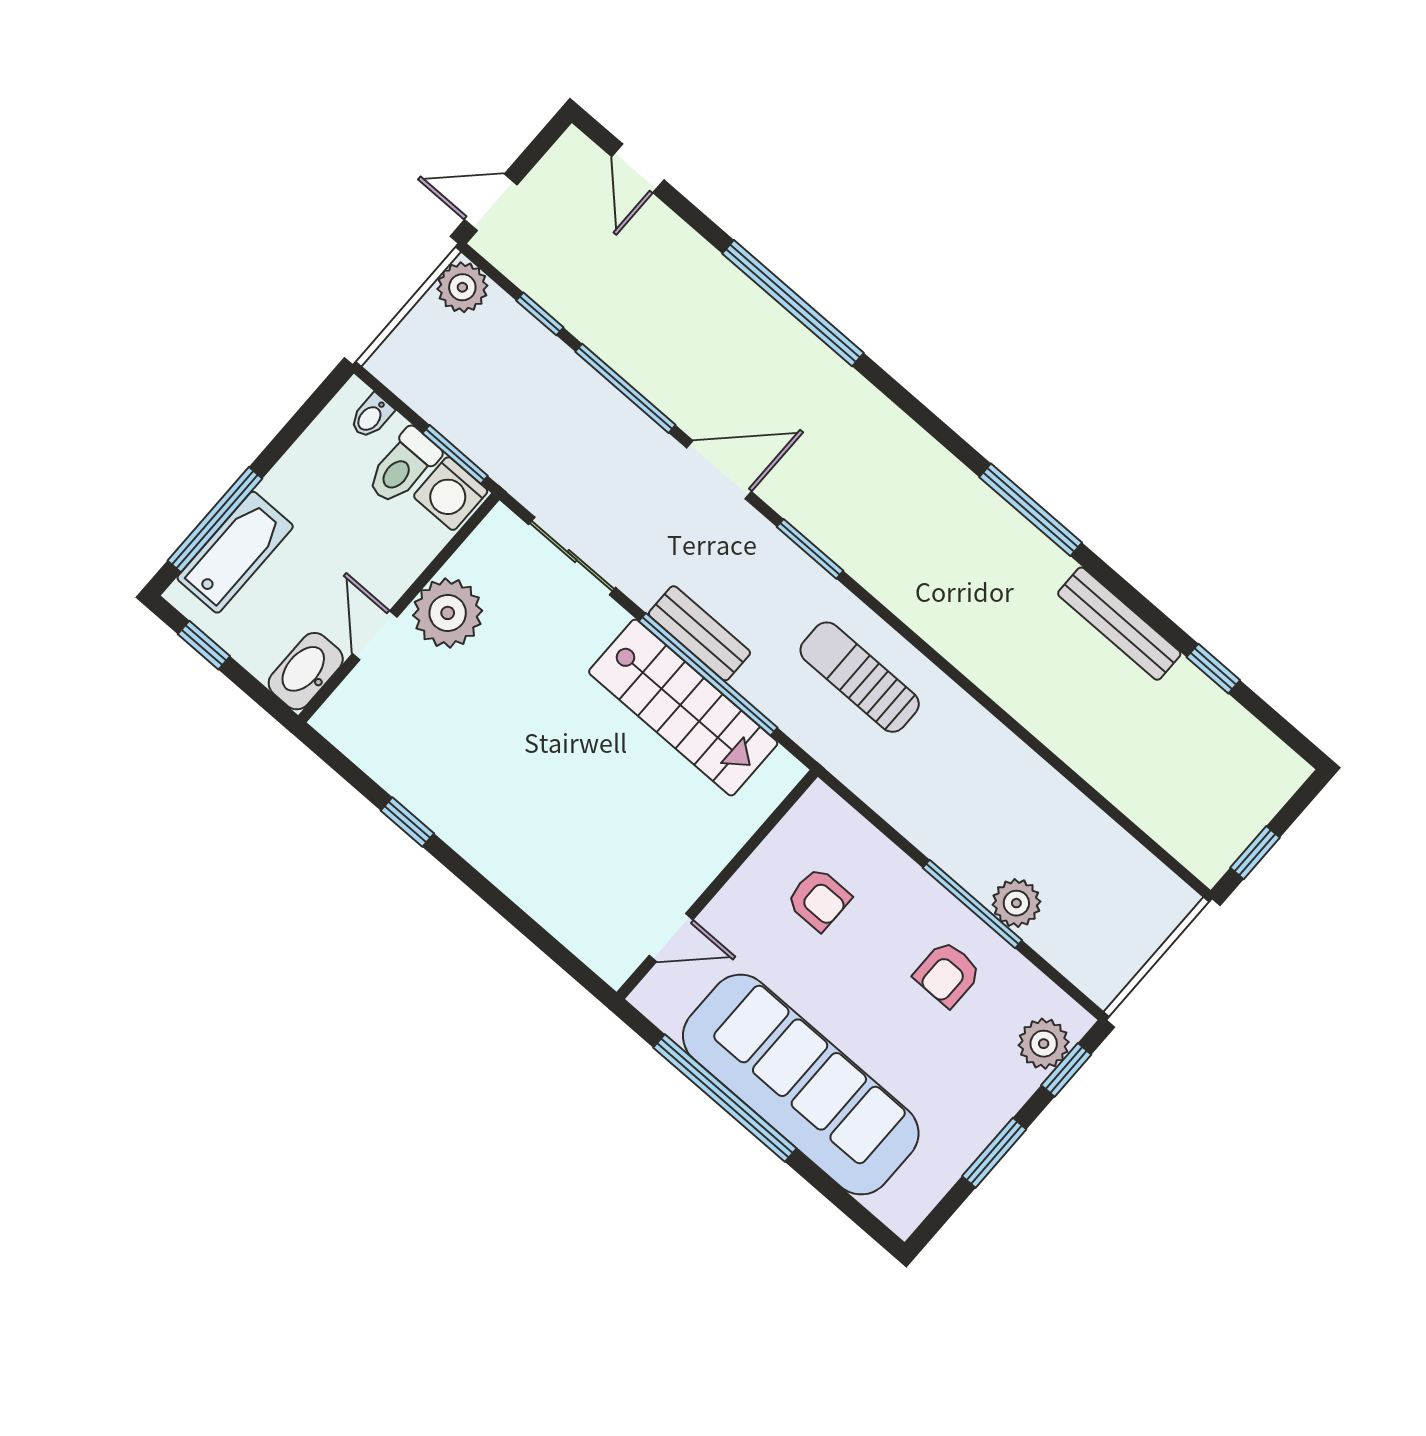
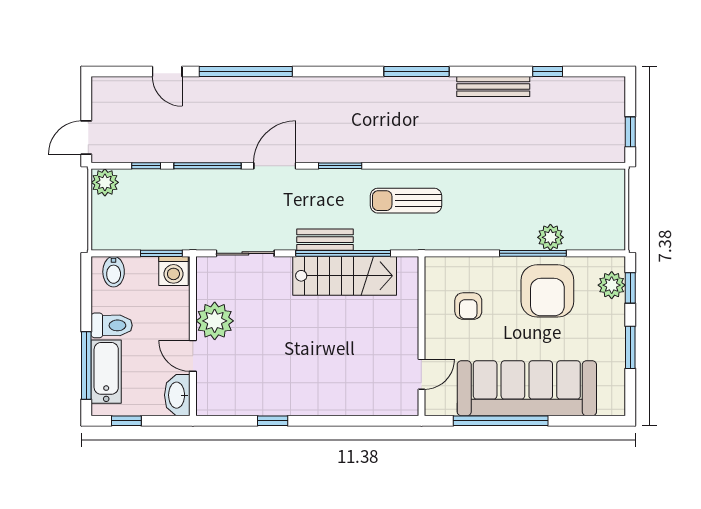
door: (638, 168) -> (167, 71), moved
bidet: (371, 416) -> (114, 272), width x1.38, depth x1.36
toilet: (403, 466) -> (112, 325), moved, turned -90
armchair: (819, 899) -> (468, 306), turned 90
armchair: (947, 974) -> (547, 291), width x1.88, depth x1.88

